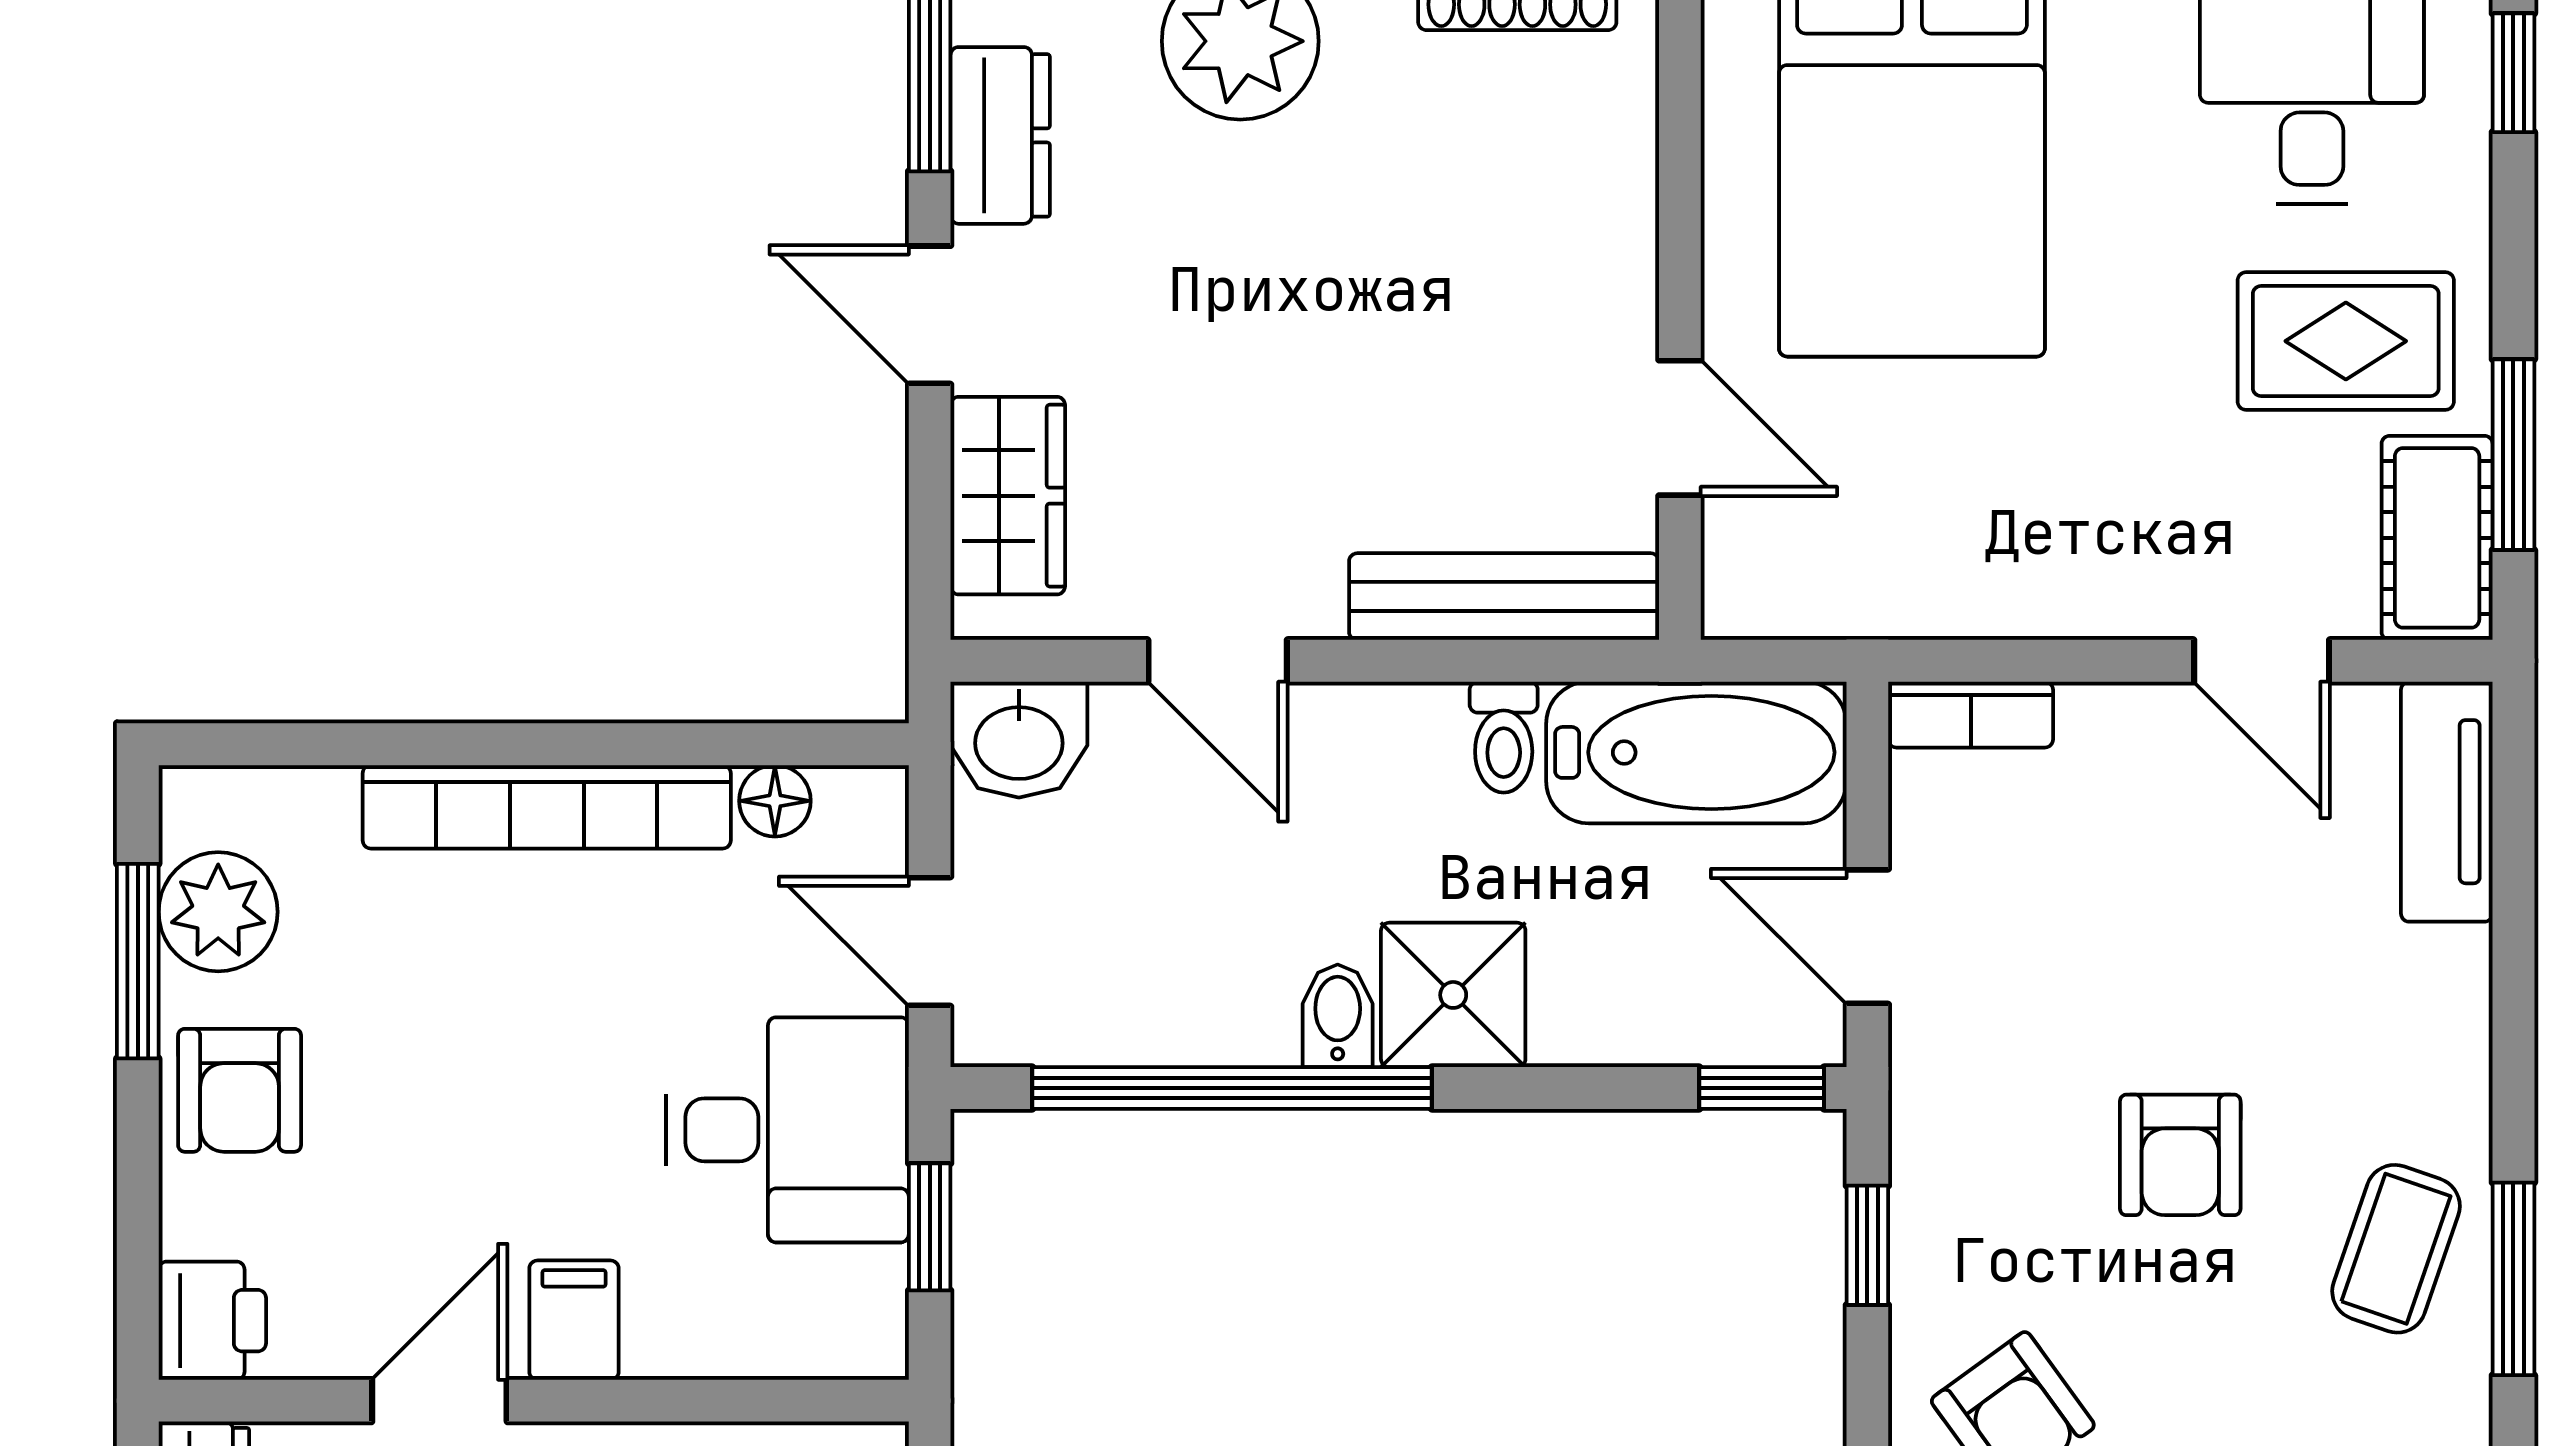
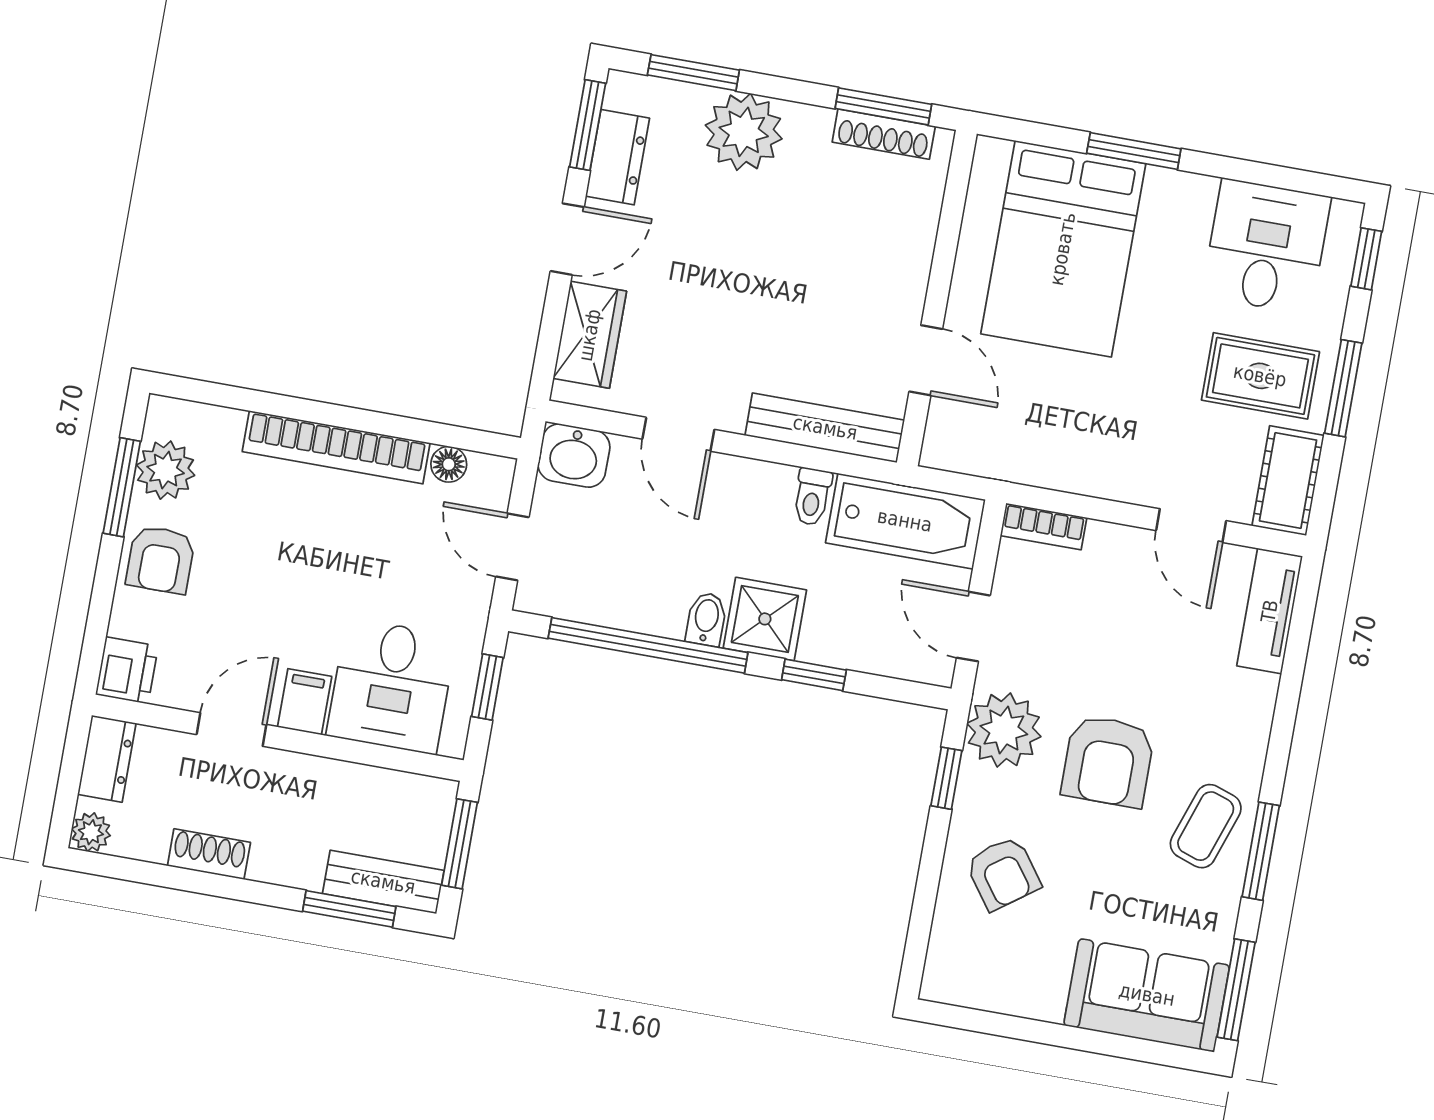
door: (930, 315) -> (567, 239), swing flipped
window: (2513, 455) -> (1343, 388), moved
window: (1762, 1088) -> (814, 675), moved
desk: (787, 1130) -> (391, 686), moved, turned 90
plant: (1964, 1130) -> (1004, 730), added
armchair: (2180, 1155) -> (1108, 761), width x1.38, depth x1.38

